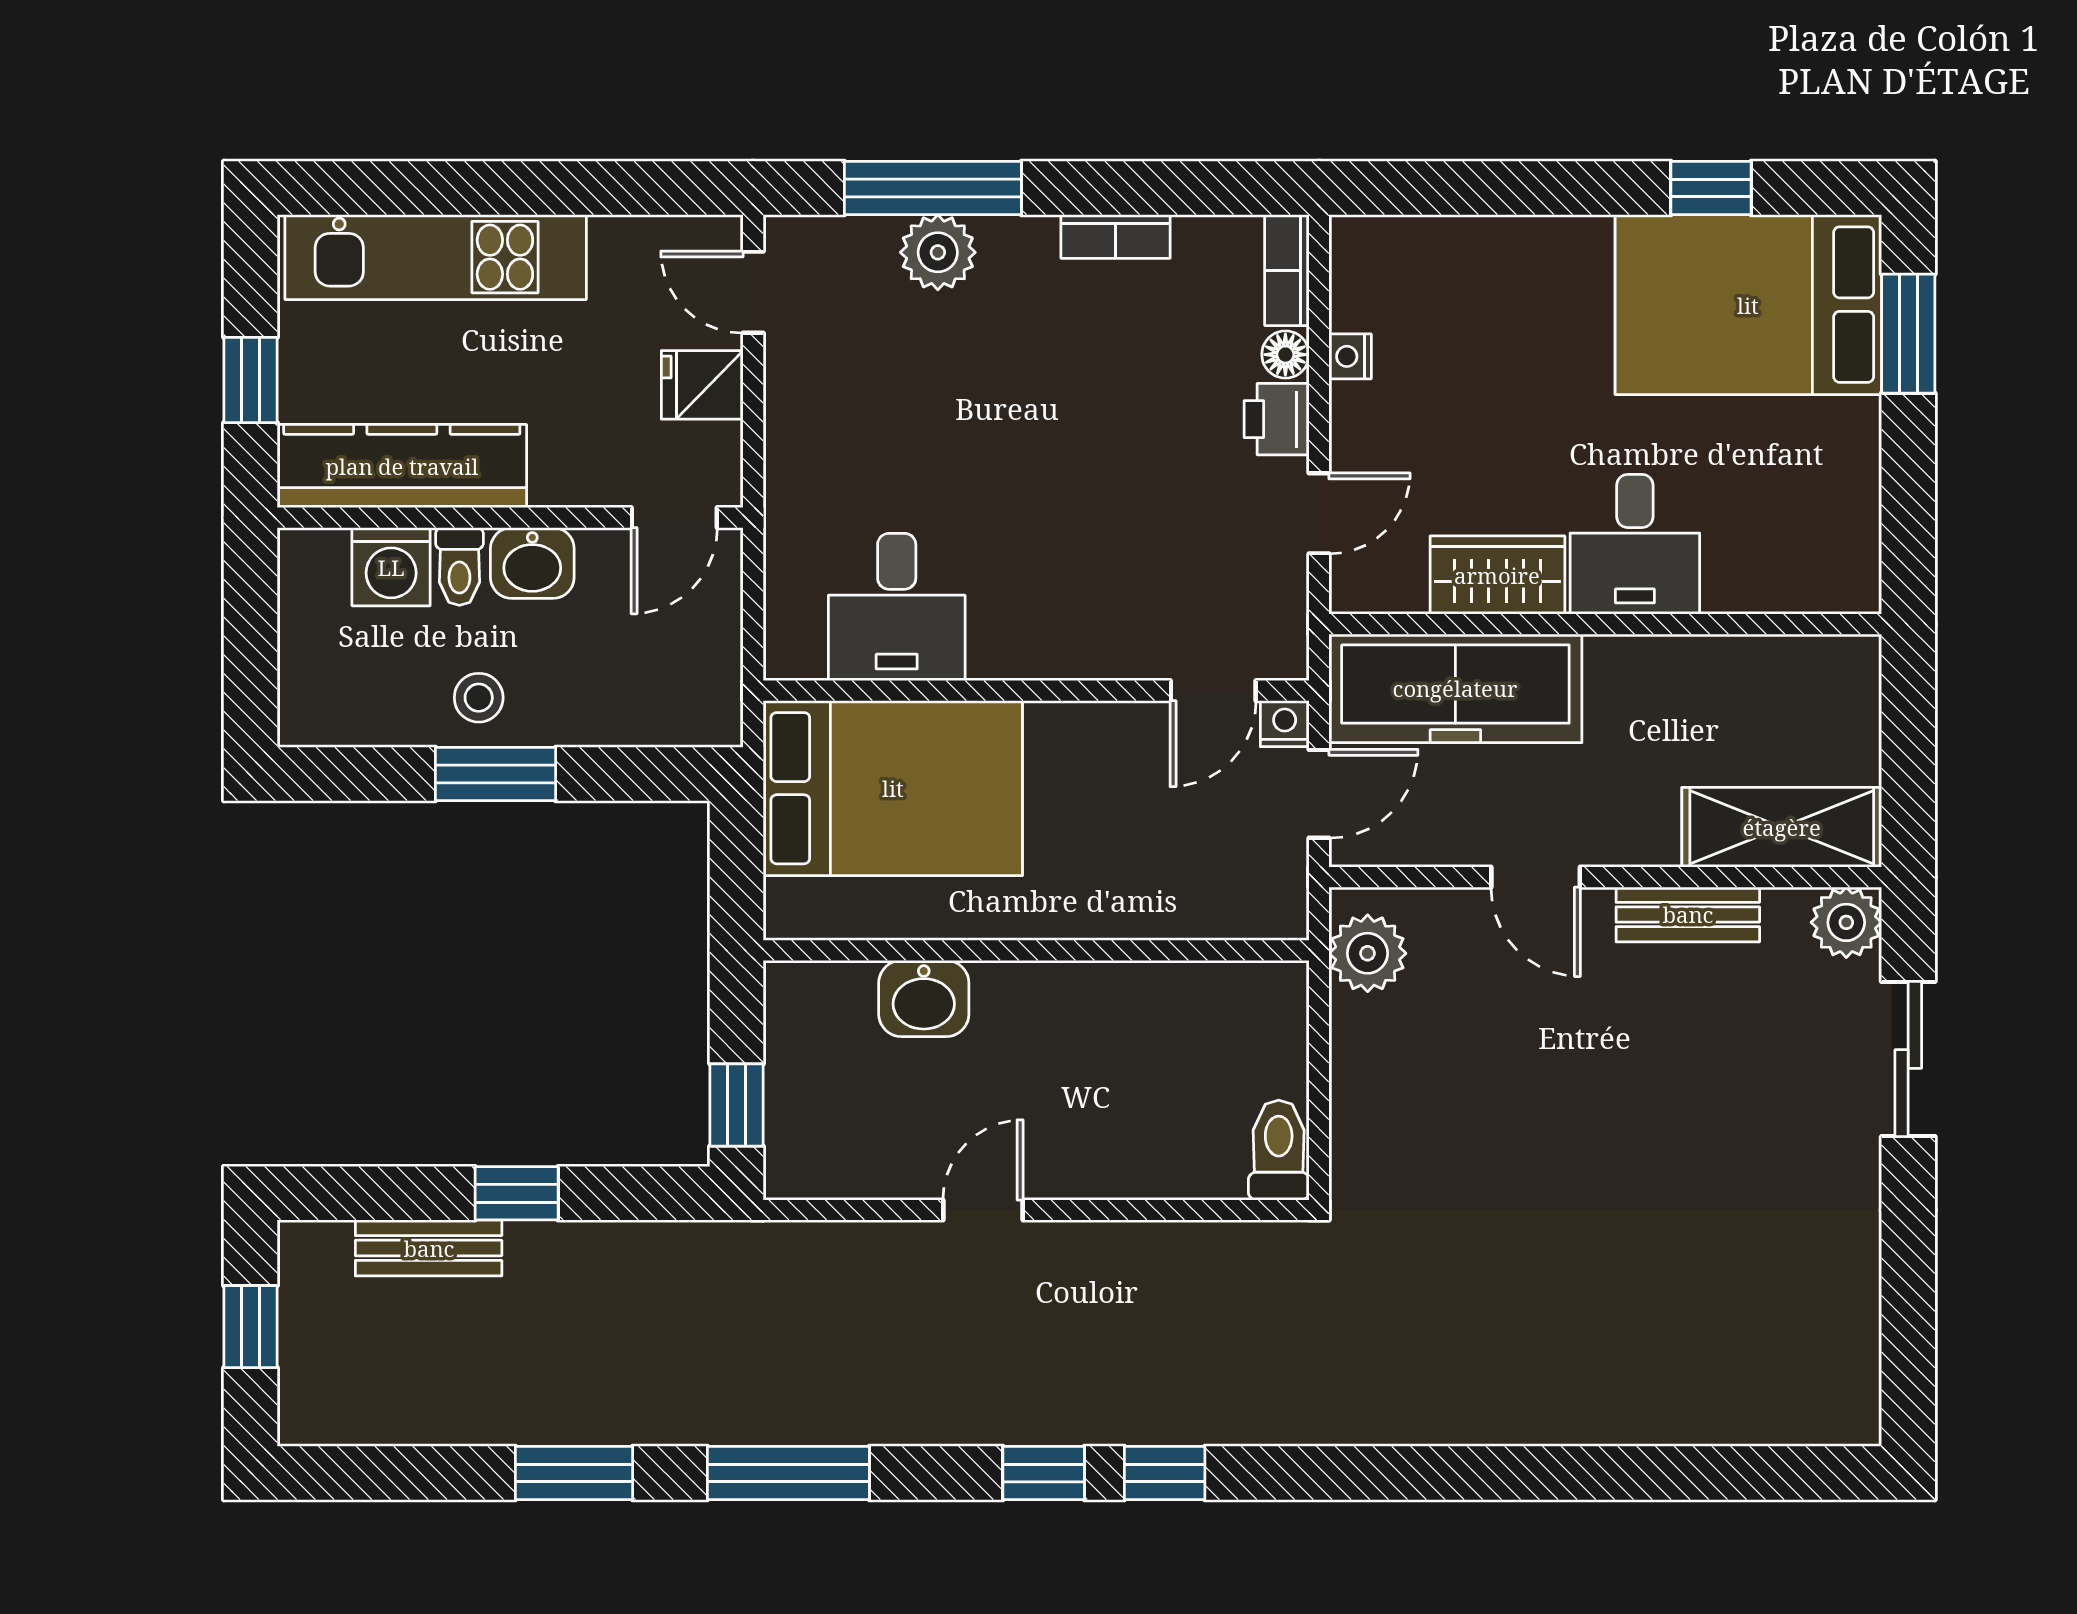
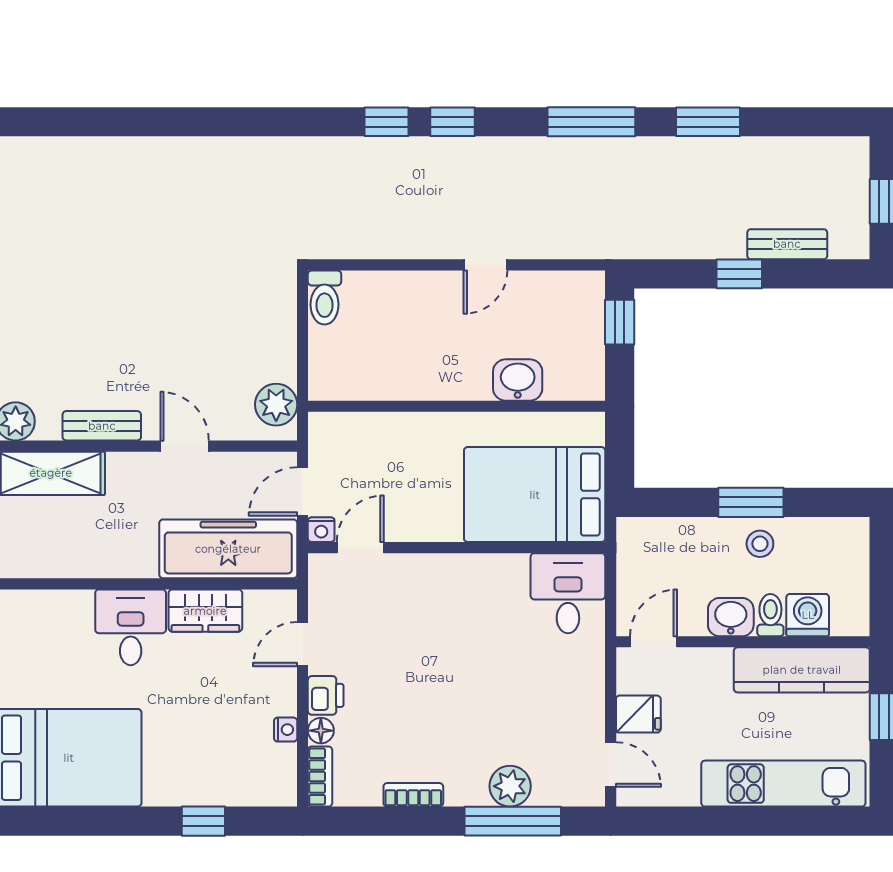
window: (1711, 188) -> (203, 821), moved
desk: (897, 607) -> (568, 593), moved

